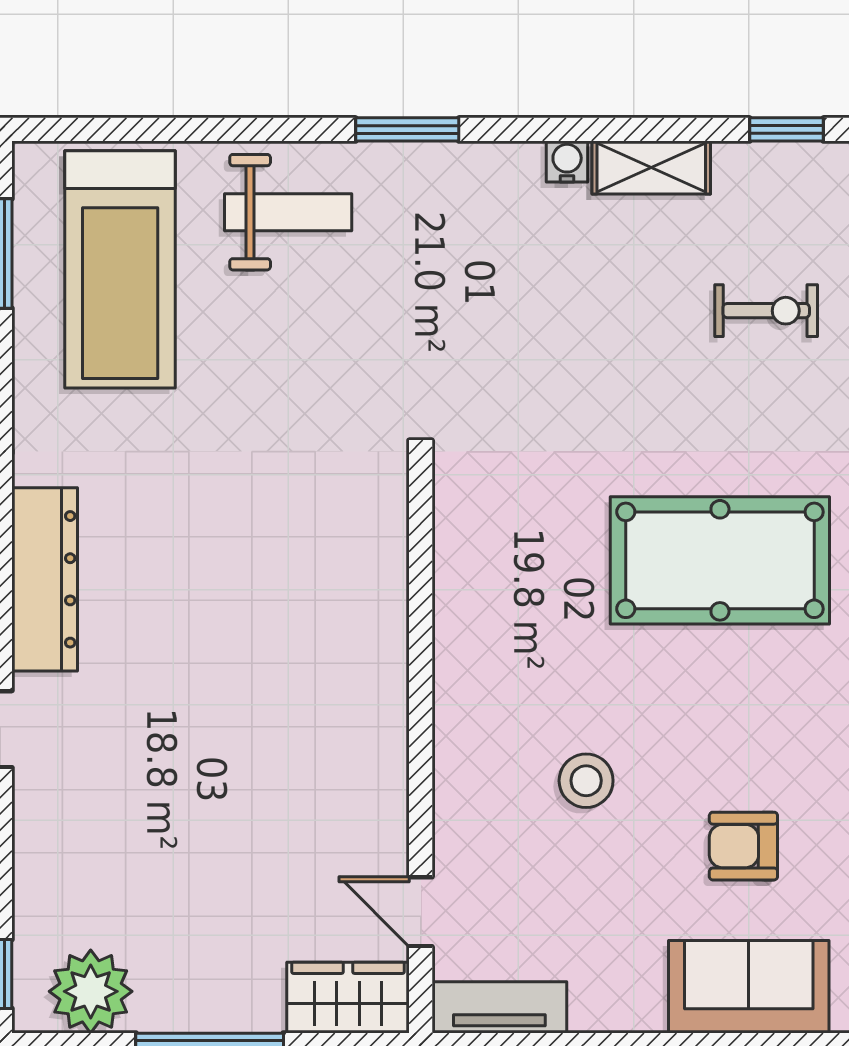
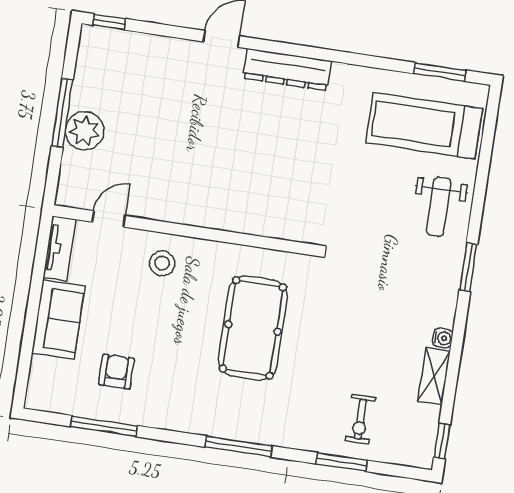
pool table: (720, 560) -> (253, 328), moved
stool: (586, 781) -> (162, 263), moved
sofa: (749, 987) -> (58, 320), moved
plant: (91, 991) -> (85, 131), moved
wardrobe: (348, 998) -> (74, 180), removed

